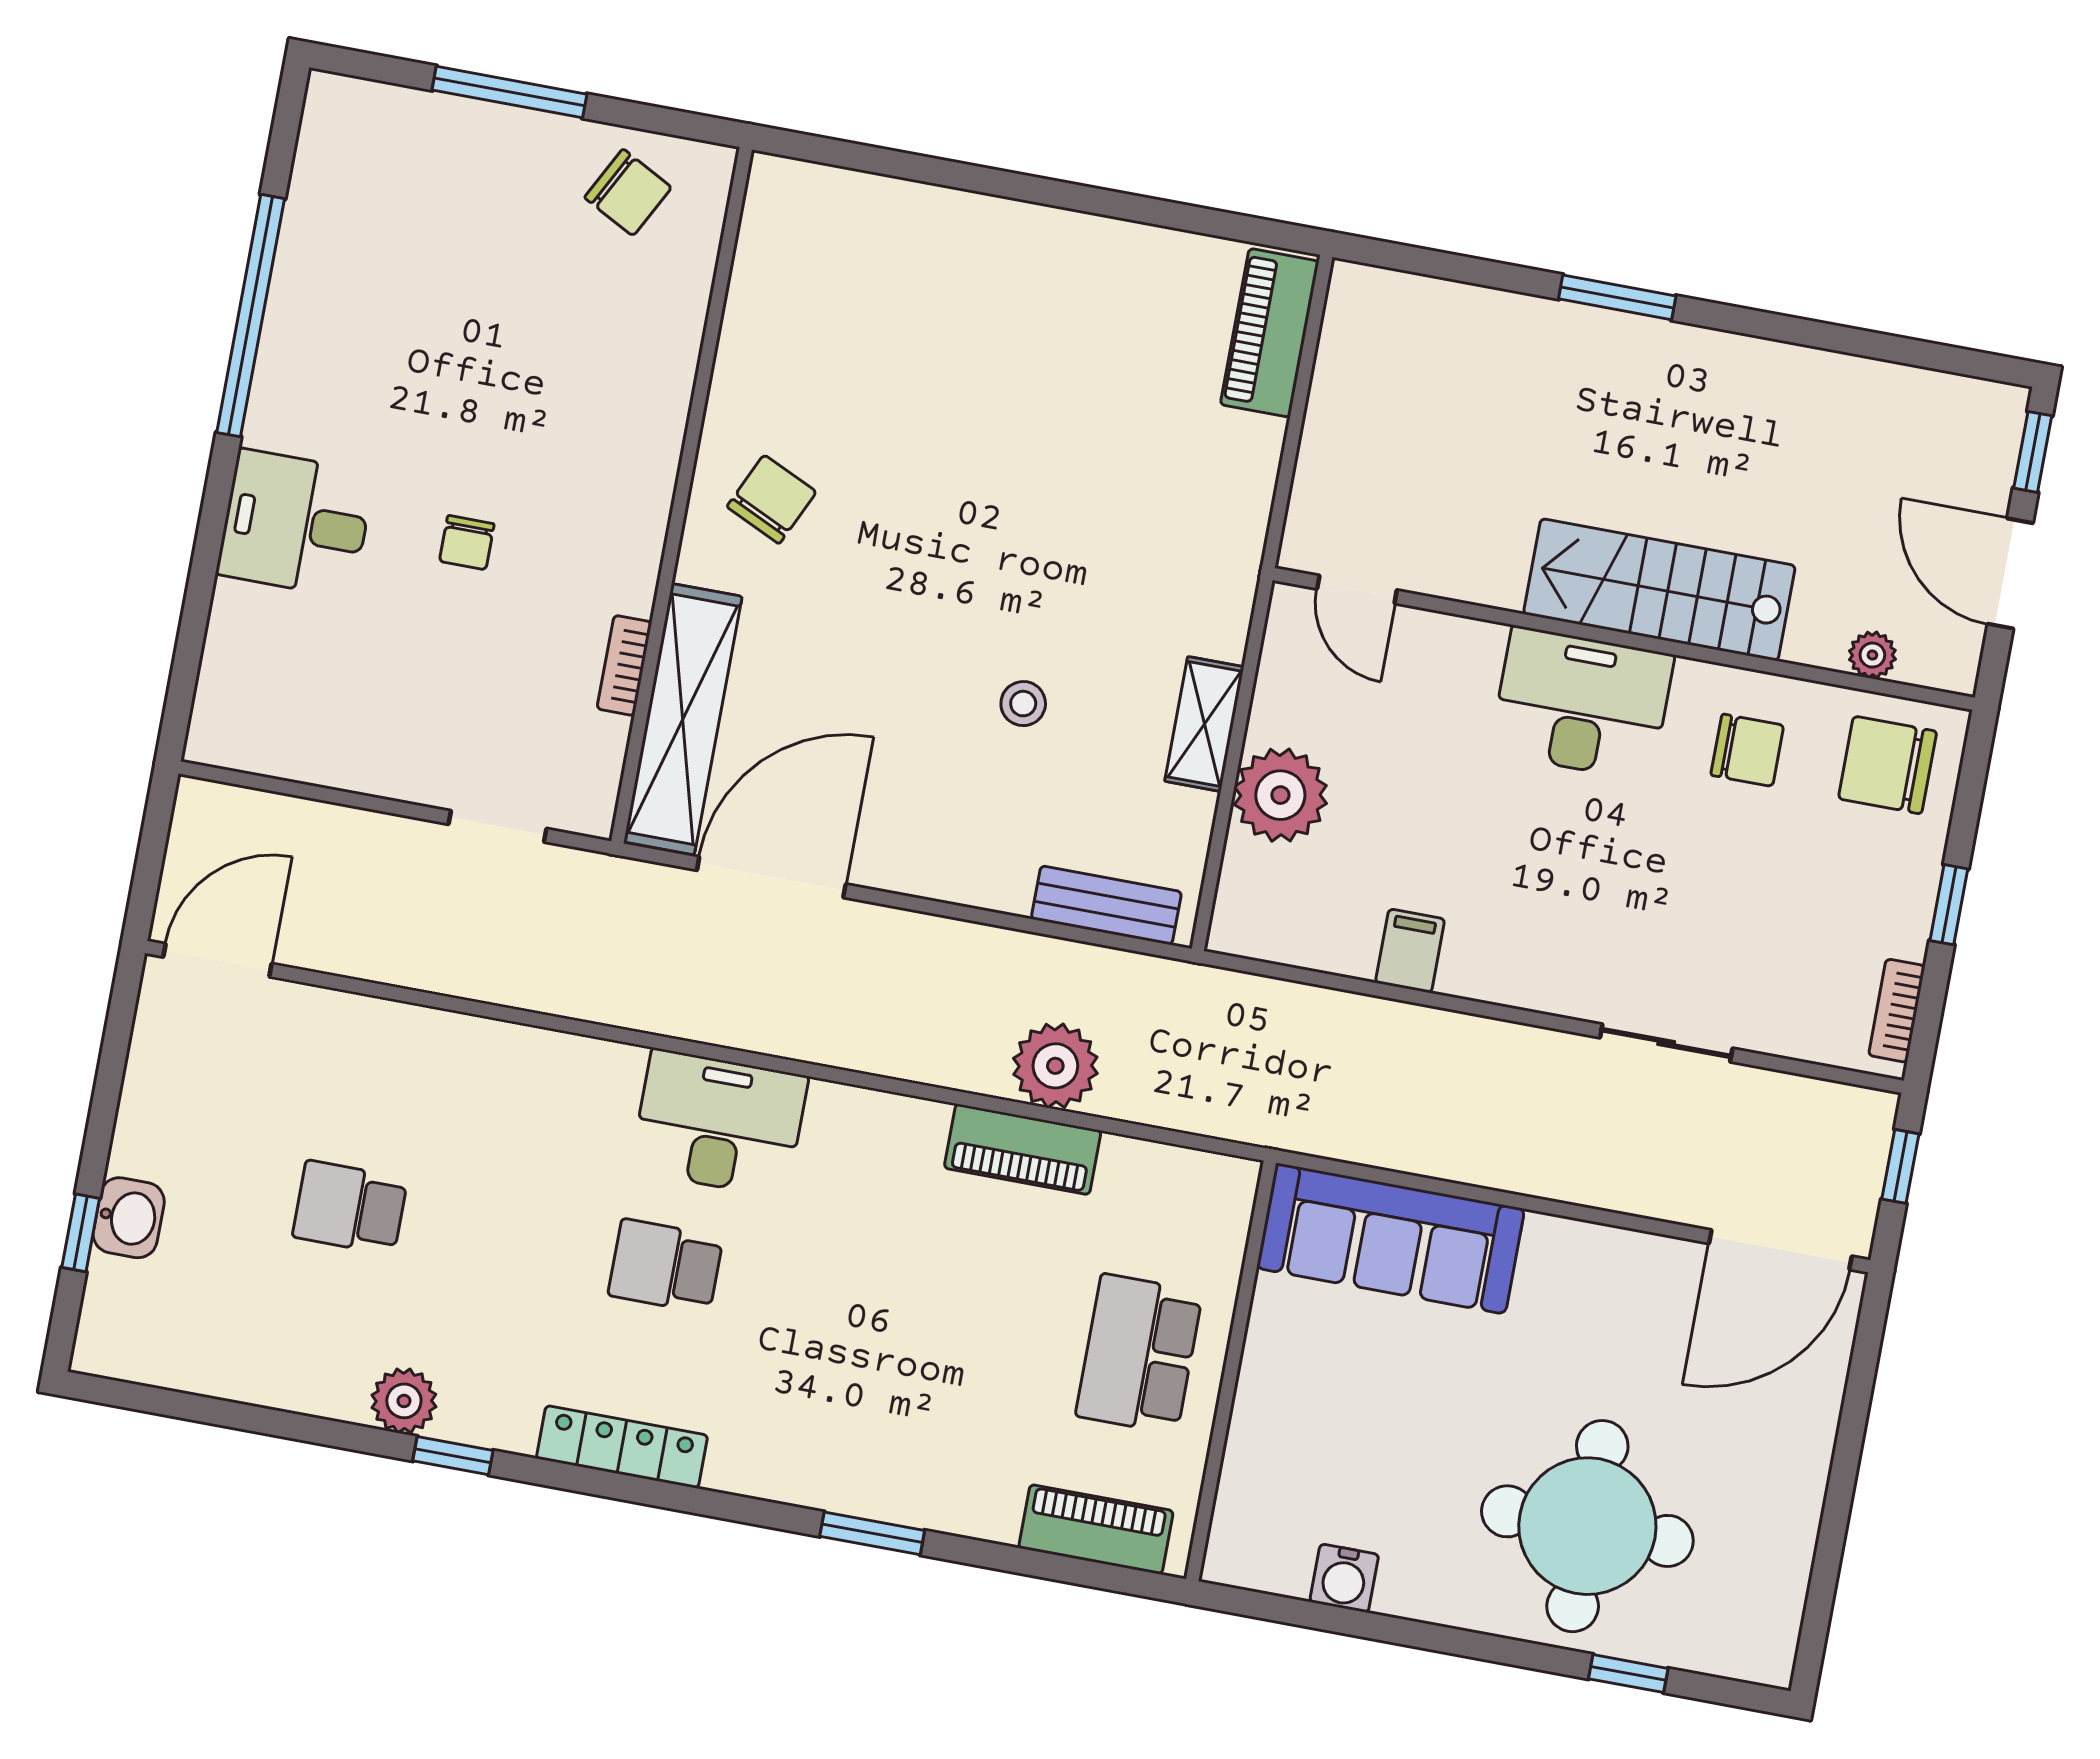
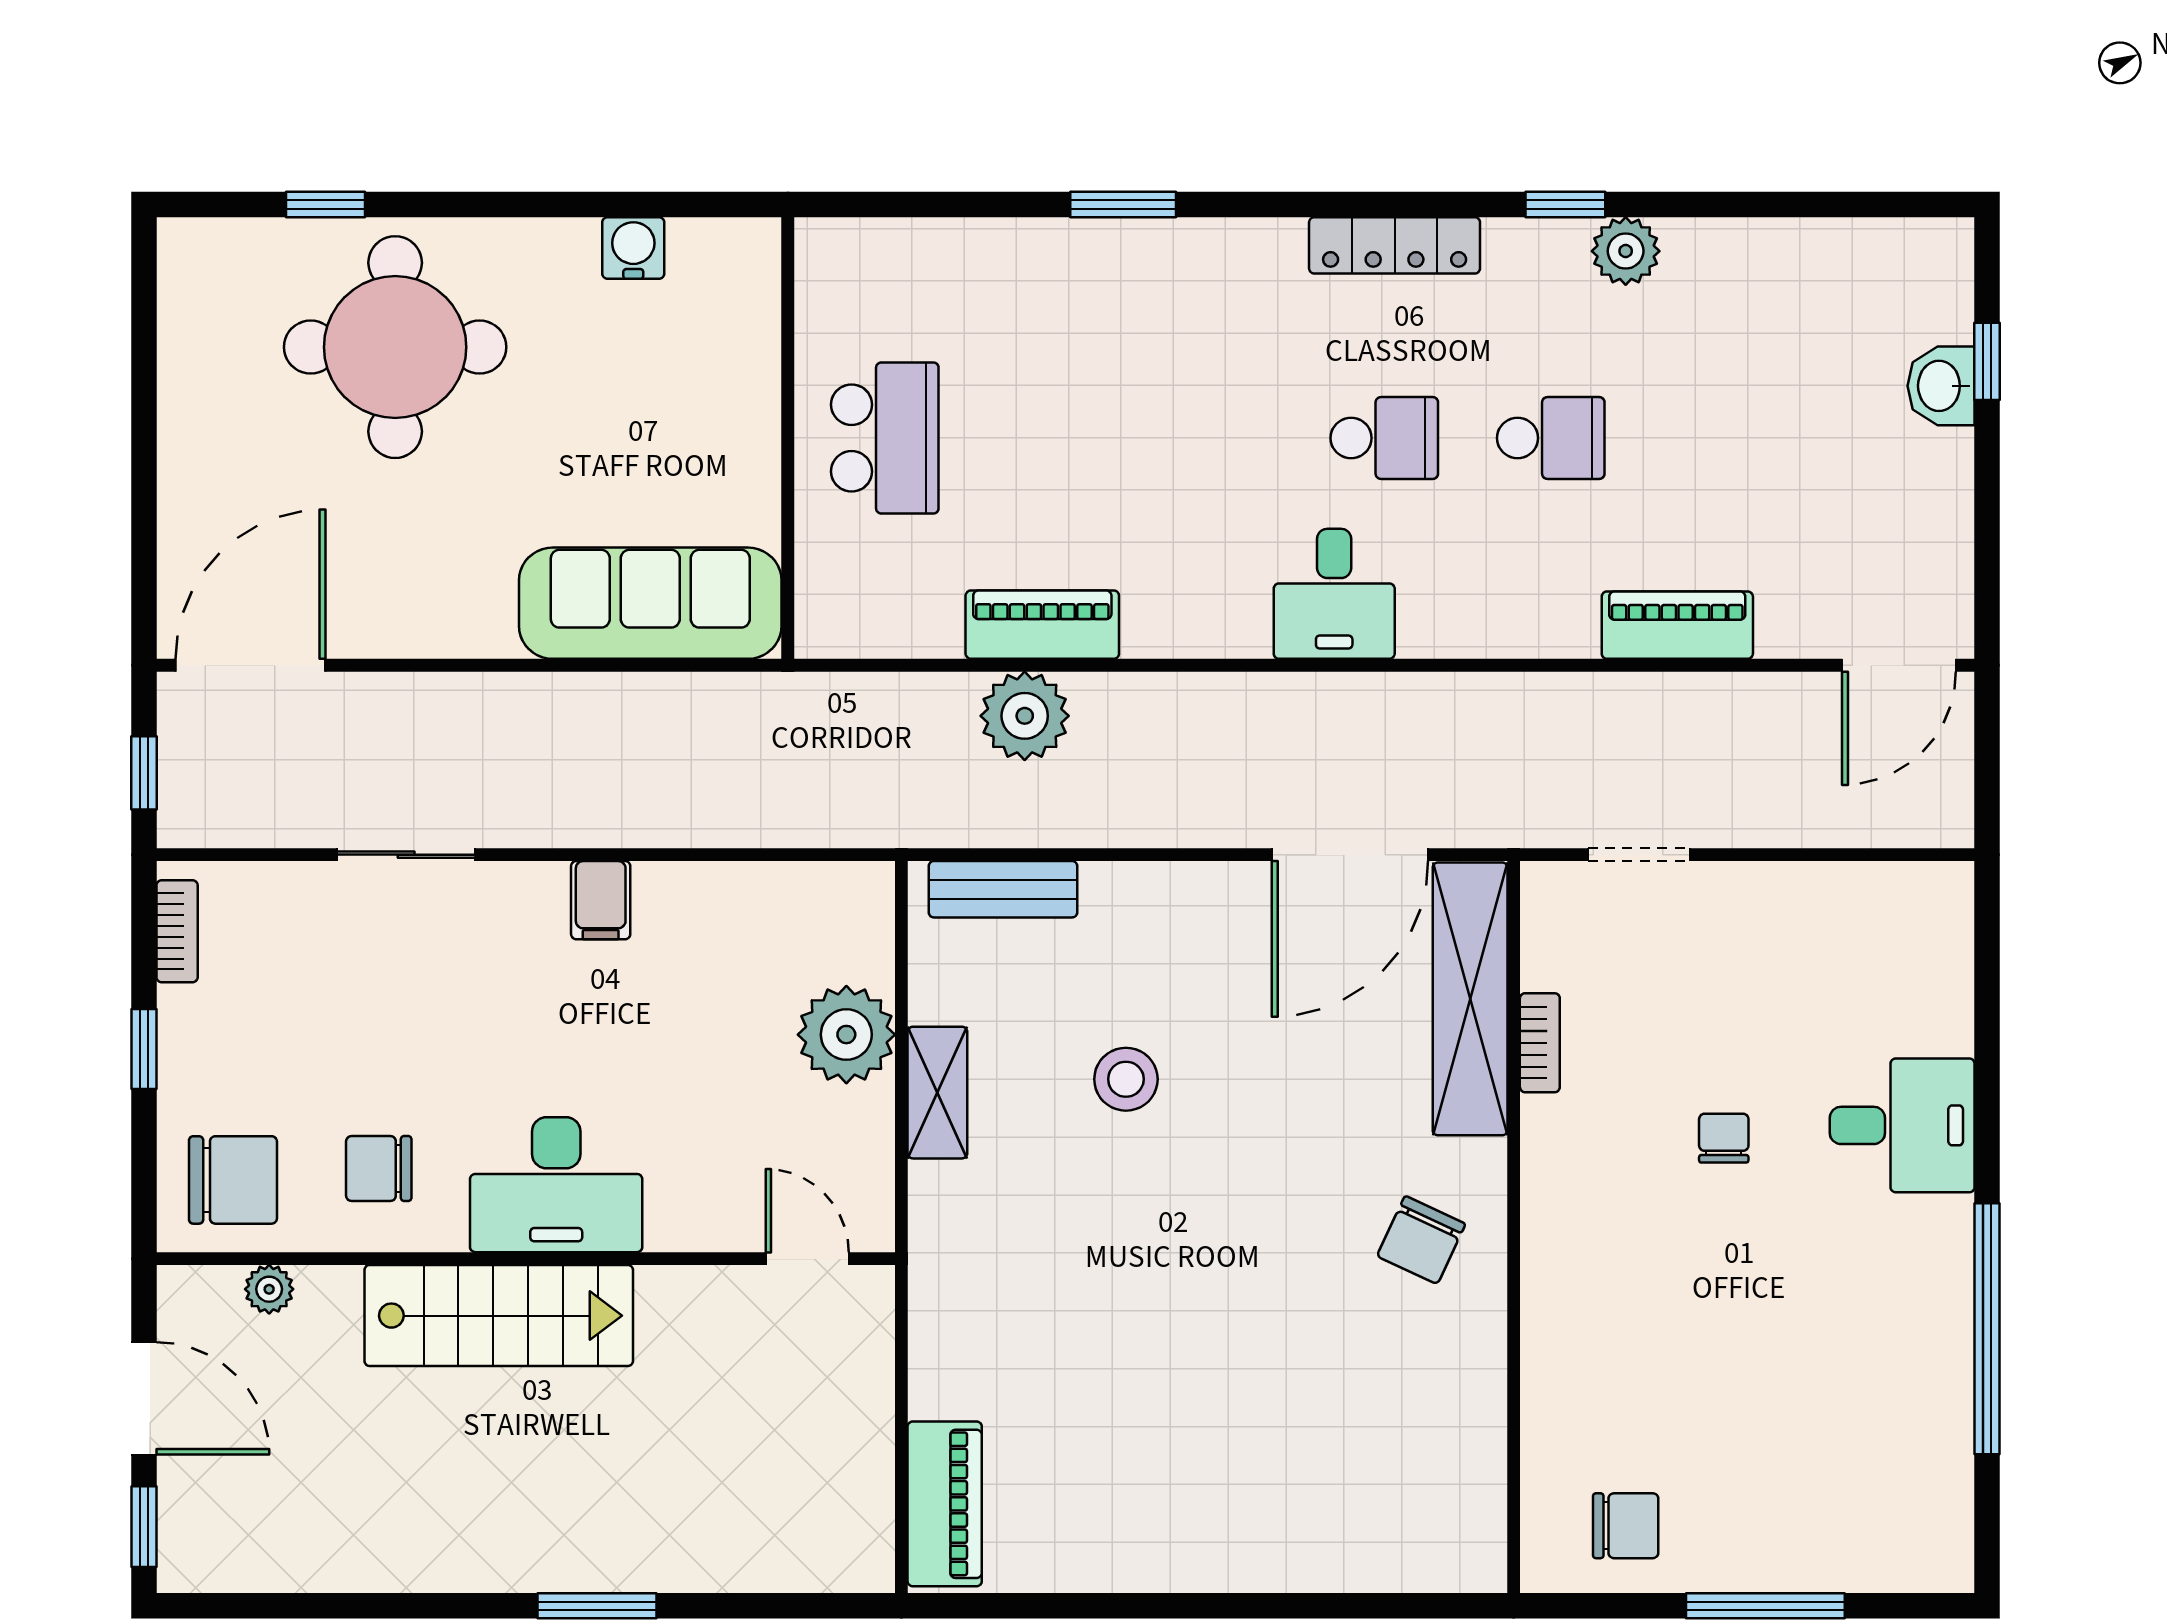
chair: (628, 192) -> (1626, 1526), turned 152
stool: (1023, 704) -> (1126, 1079), width x1.37, depth x1.37
filing cabinet: (1410, 951) -> (601, 900), moved
desk: (719, 1123) -> (1334, 594), width x0.73
school desk: (350, 1208) -> (1551, 438), moved
piano: (1096, 1529) -> (1677, 625), moved, turned 180

